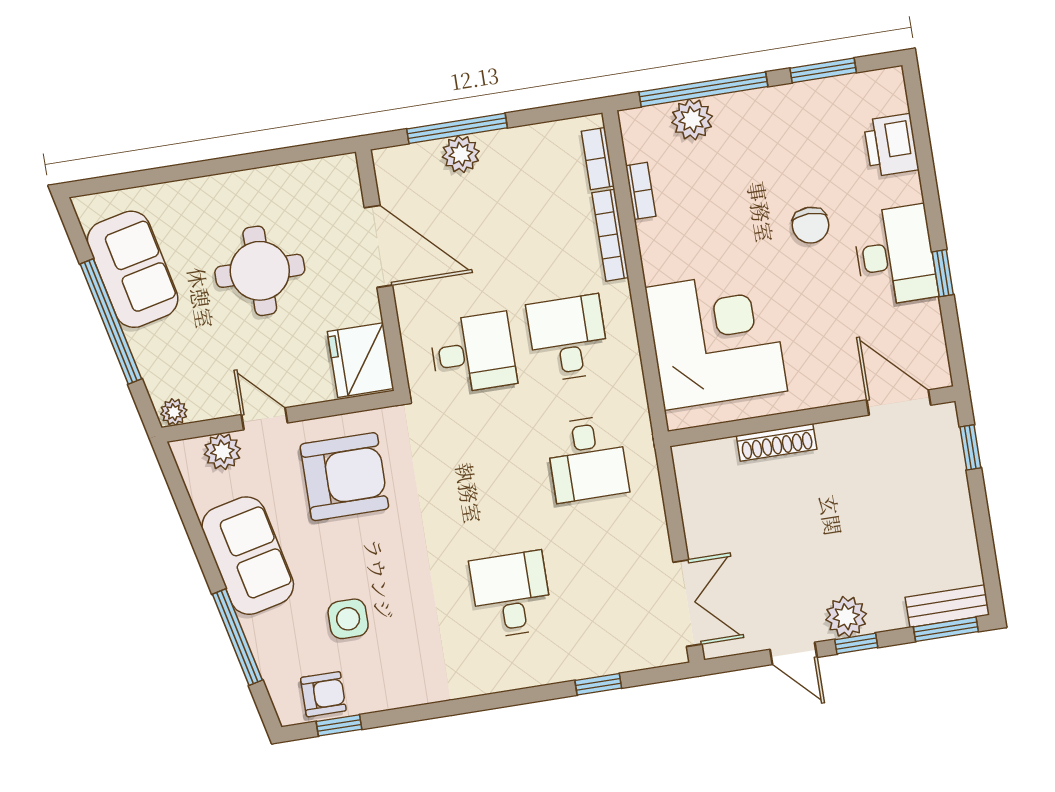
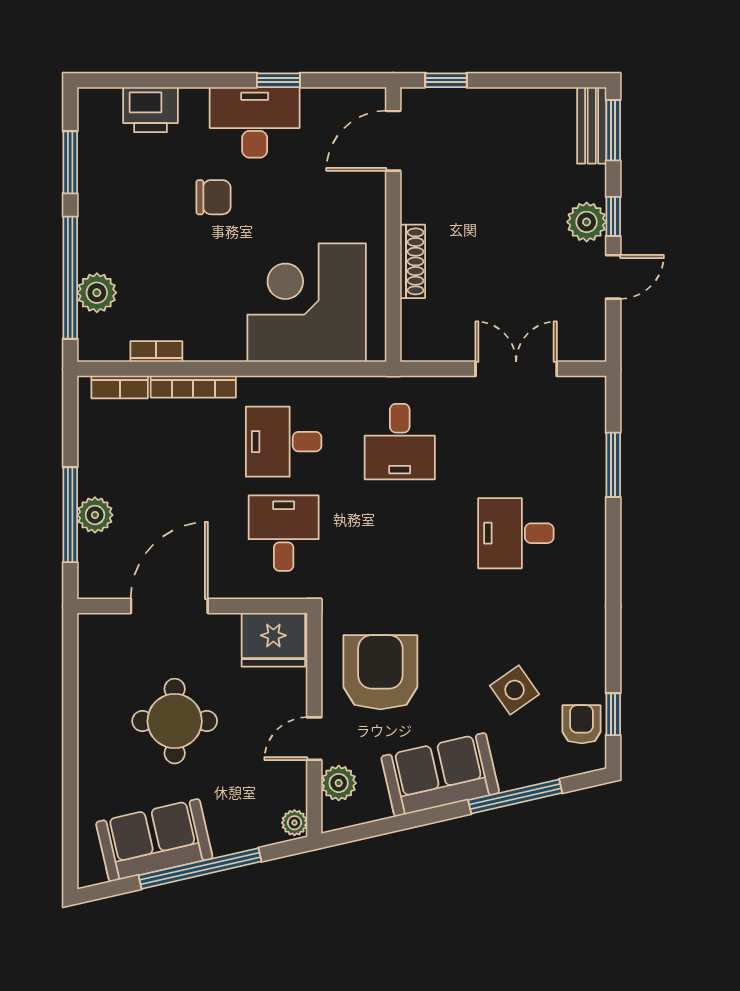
desk: (587, 459) -> (400, 442), turned 90
double door: (688, 603) -> (516, 369), moved
side table: (348, 619) -> (514, 690), turned -35
window: (598, 684) -> (613, 465), width x1.50

